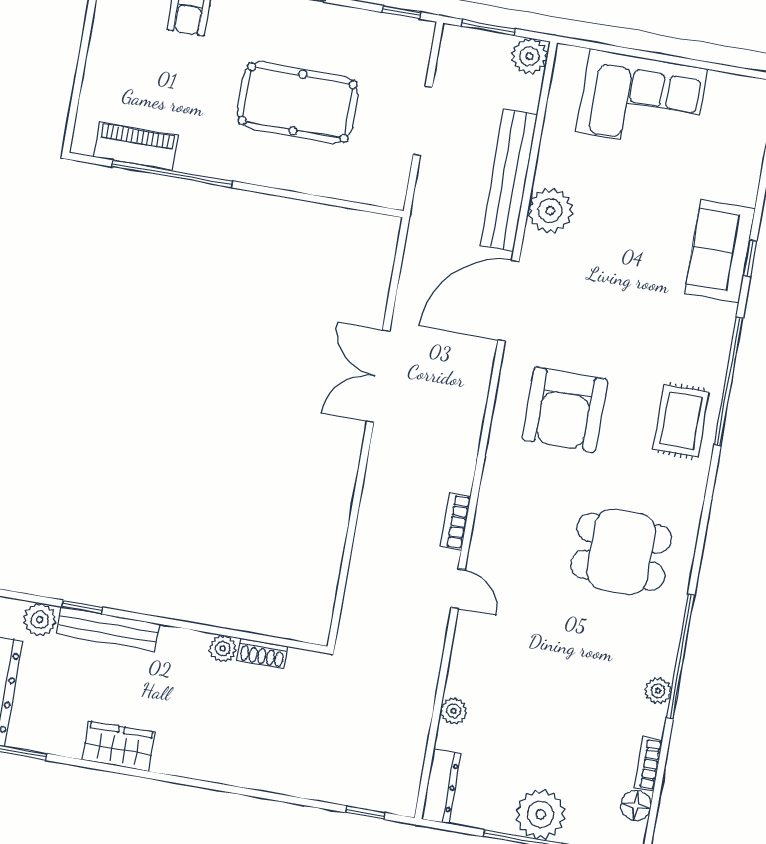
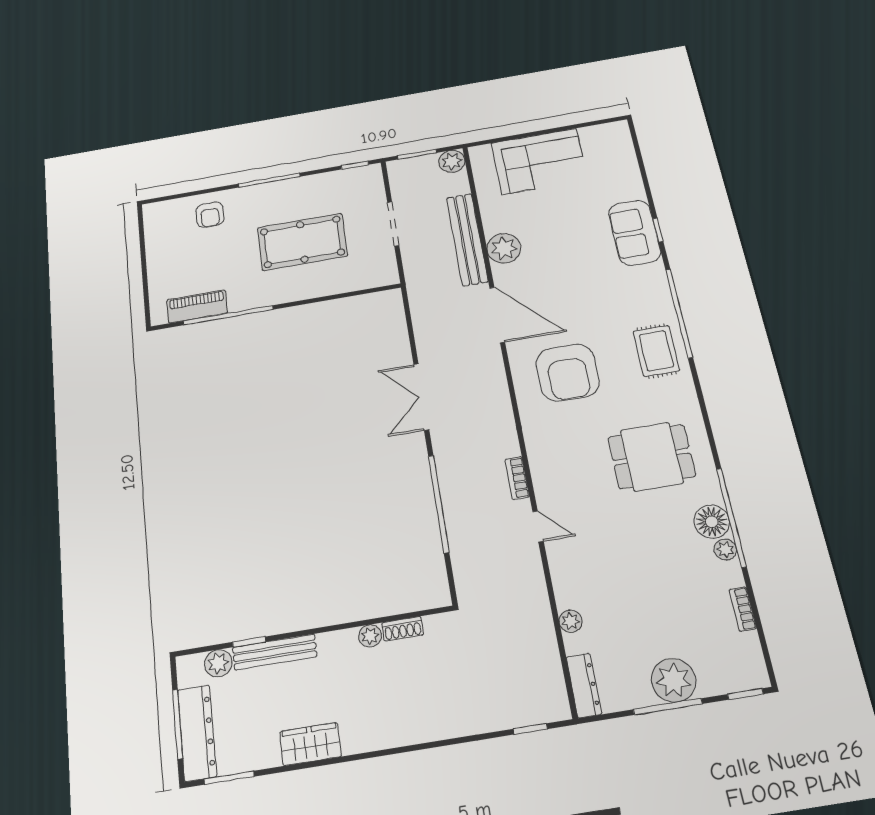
door: (508, 301) -> (497, 315), swing flipped
window: (353, 520) -> (439, 504), added
floor lamp: (636, 806) -> (712, 522), moved, width x1.38, depth x1.38

